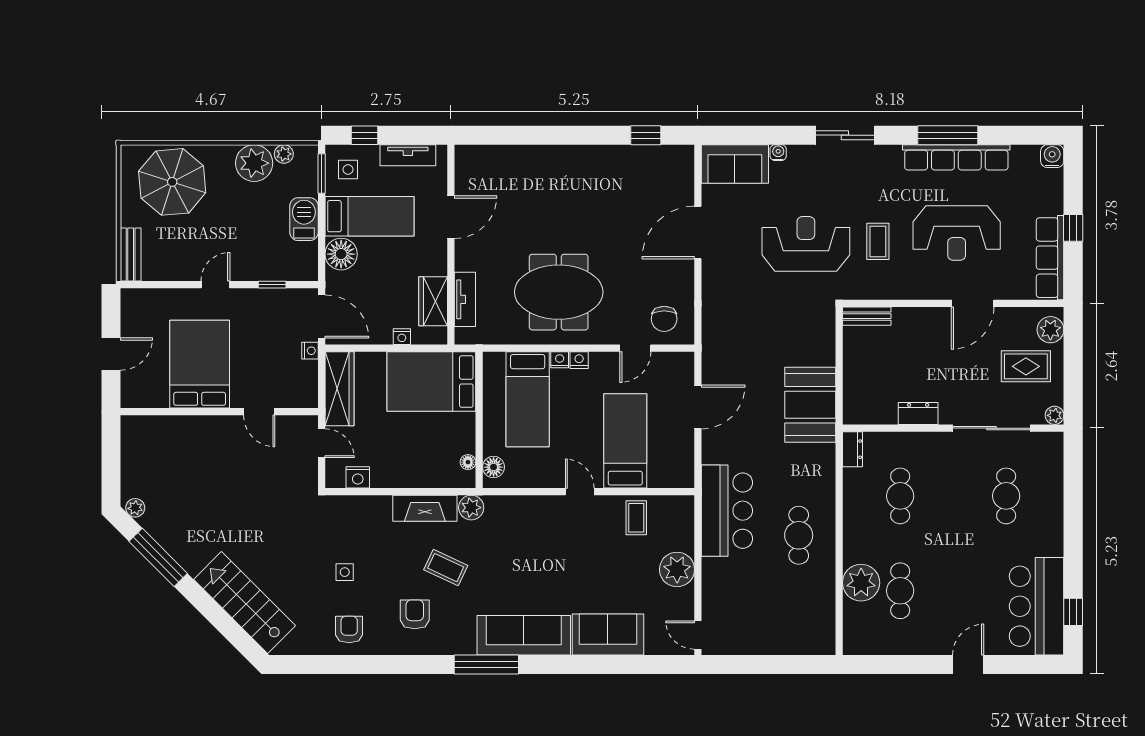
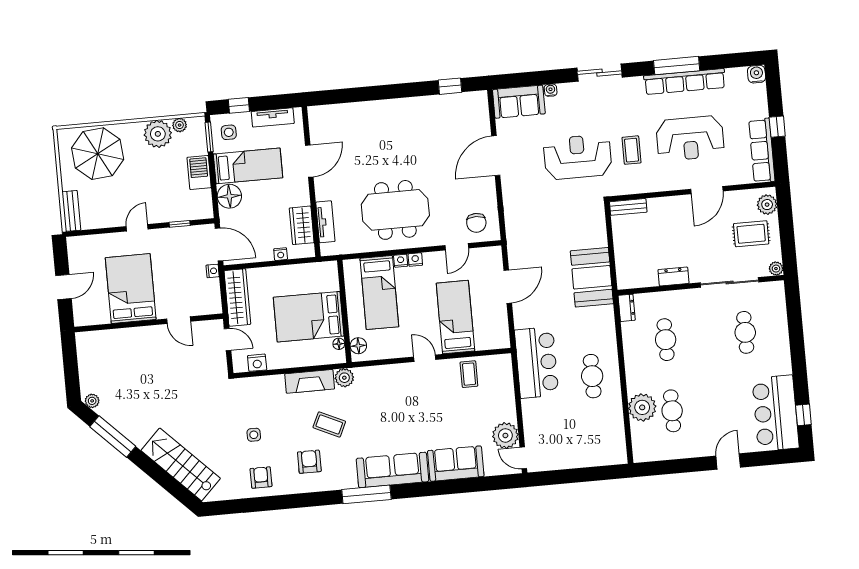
bed: (431, 382) -> (309, 317), moved
plant: (677, 569) -> (505, 435), moved

